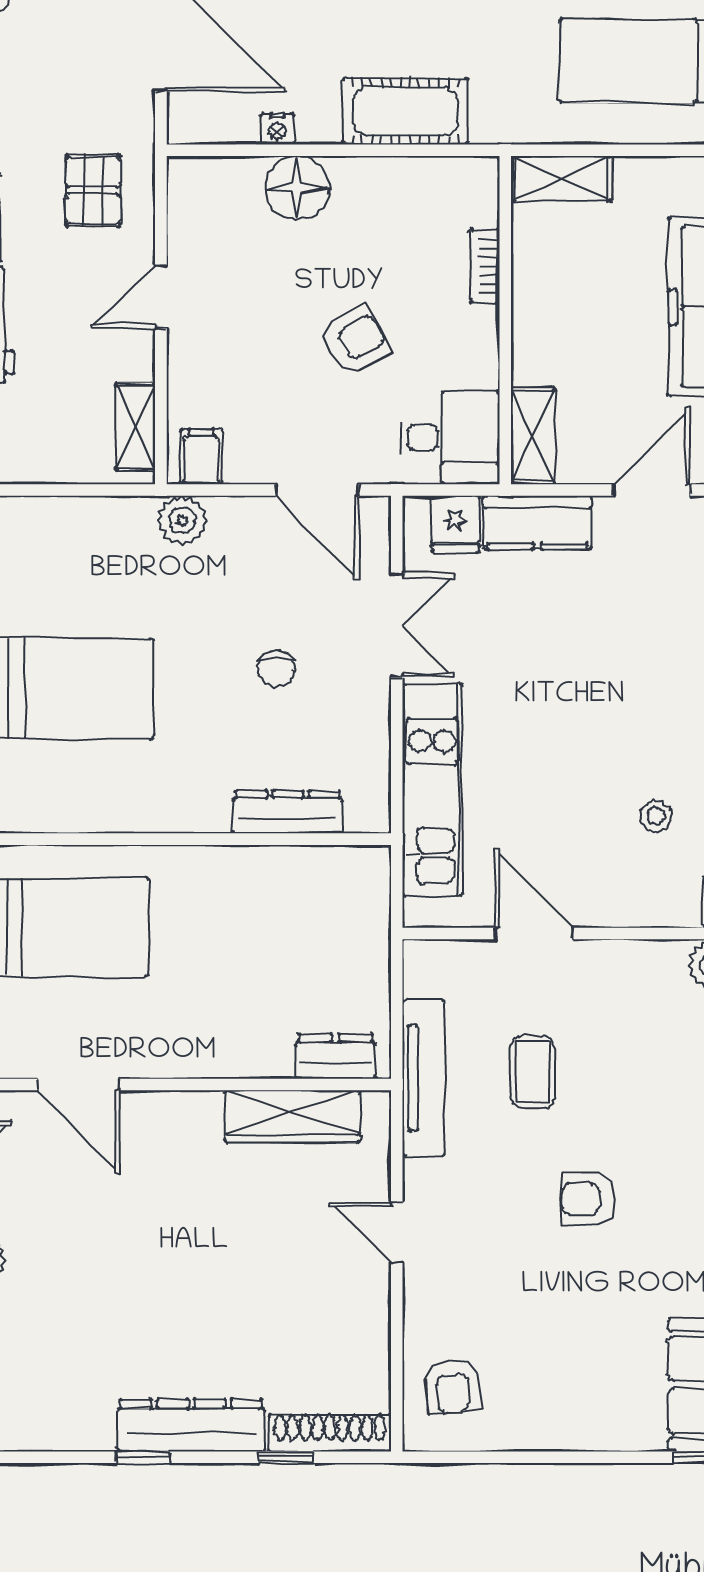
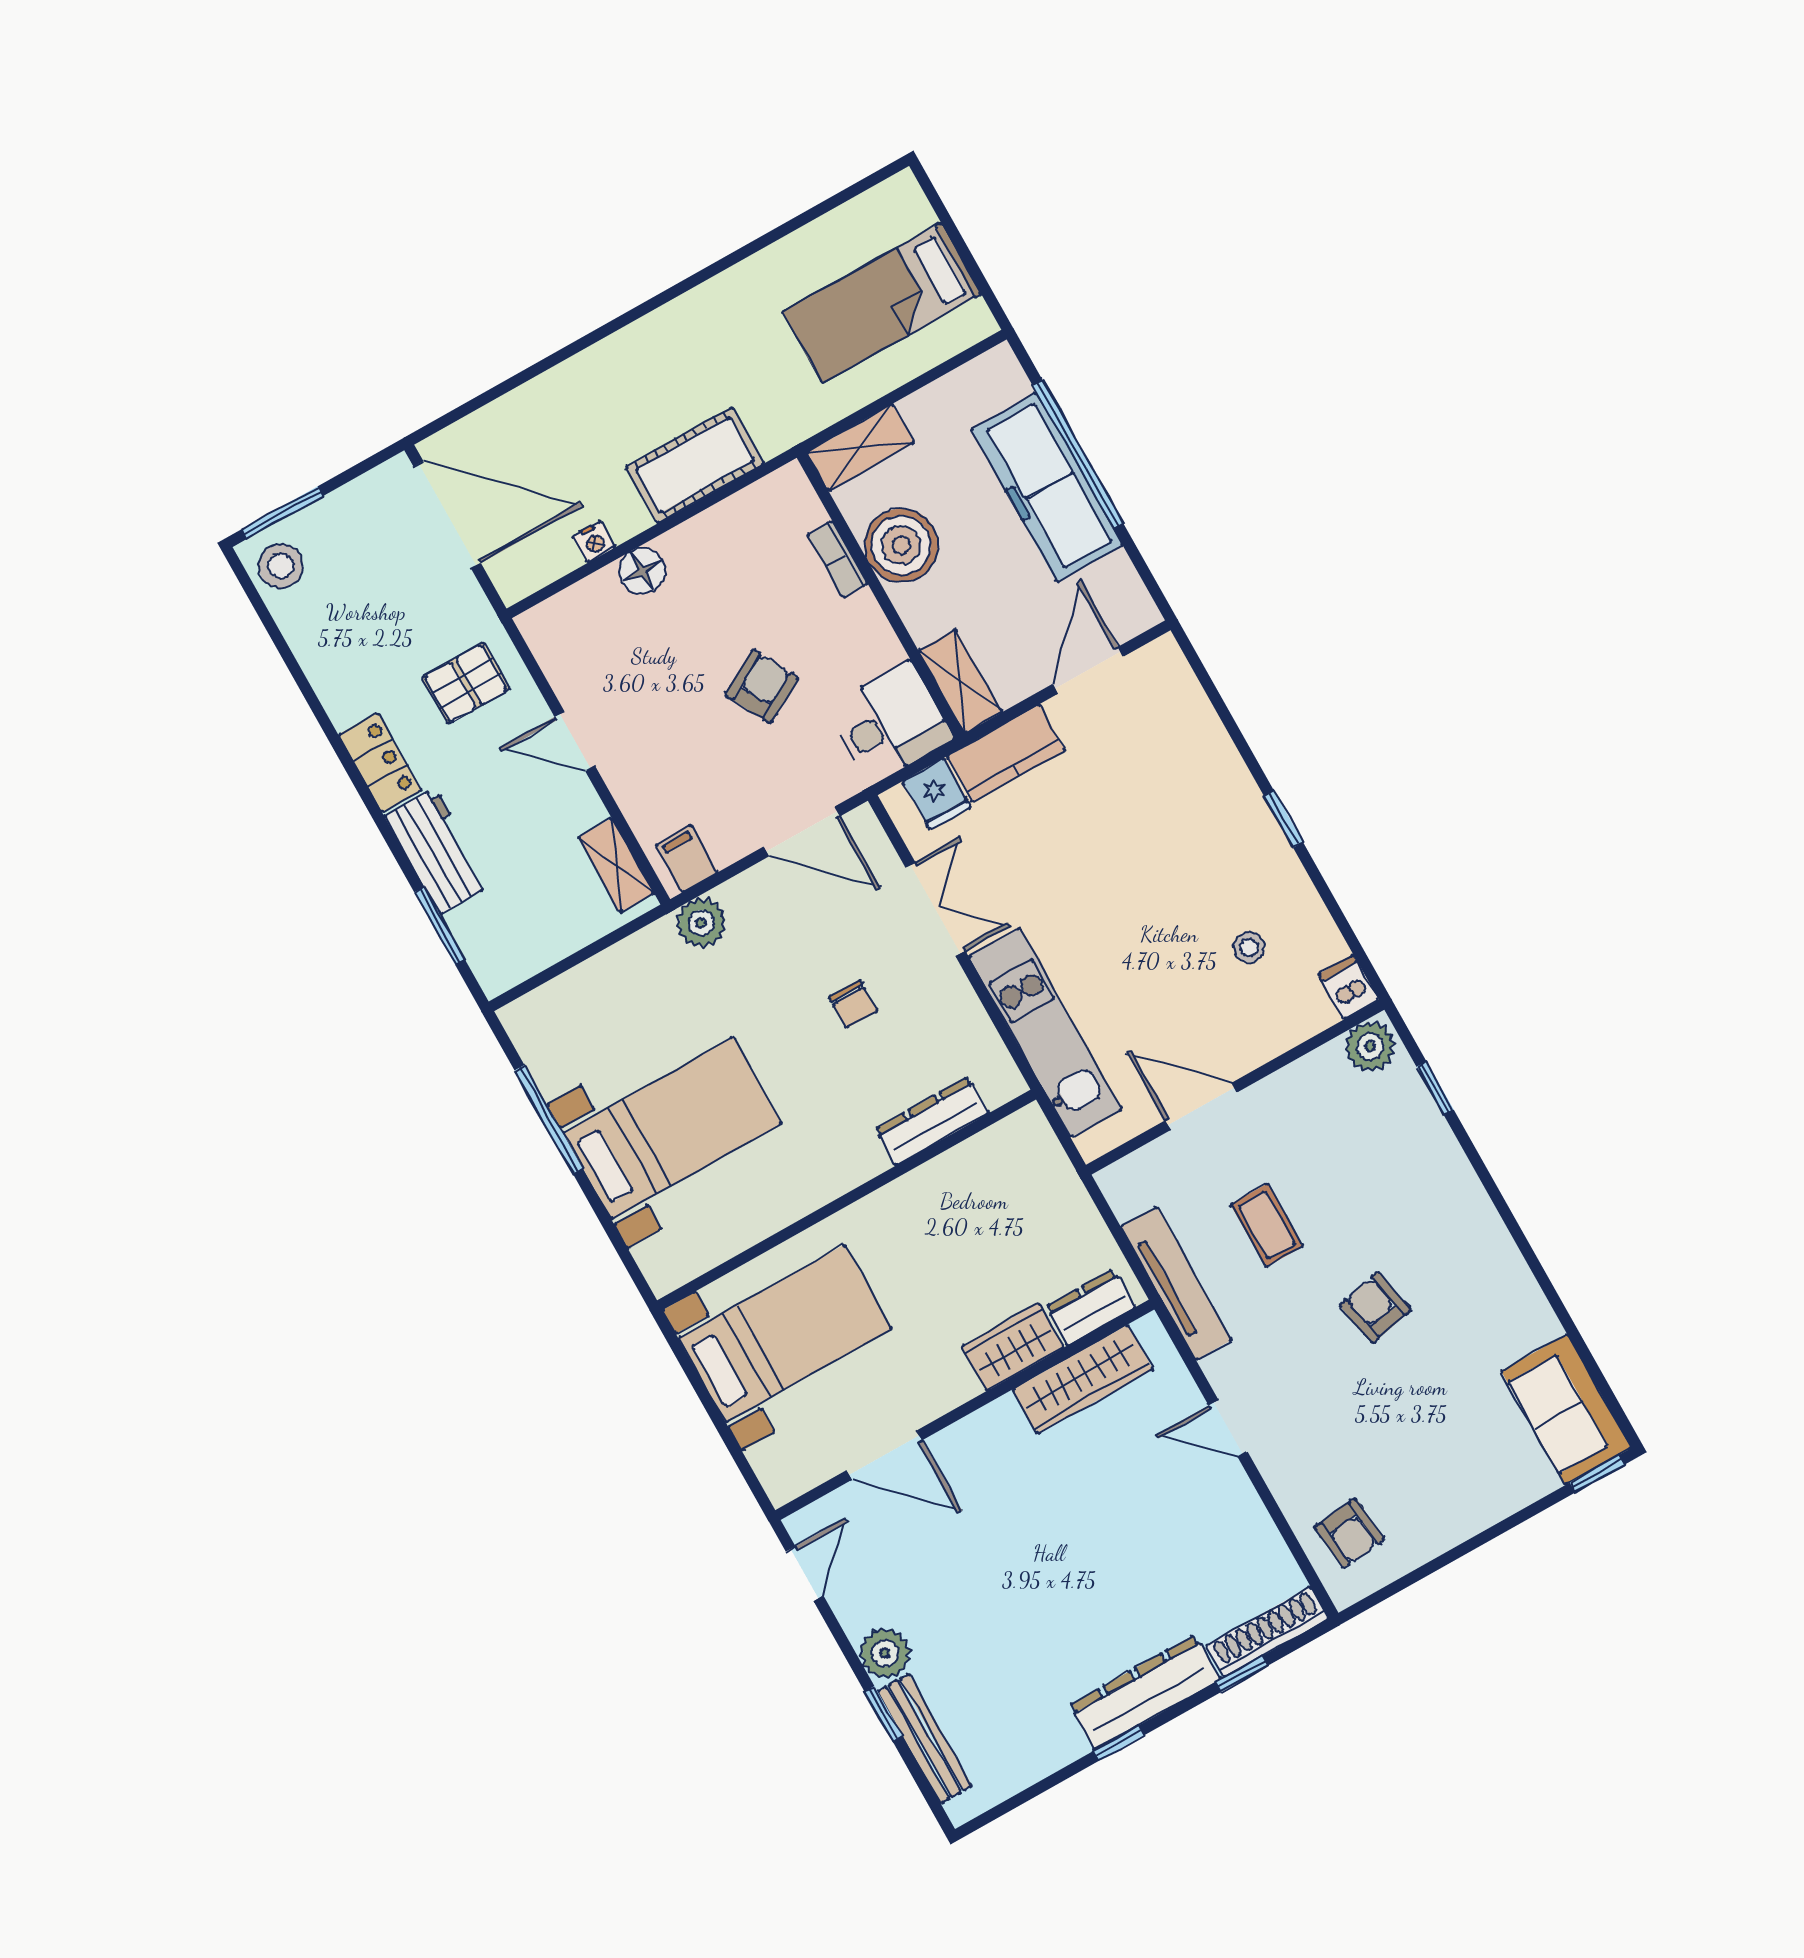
floor lamp: (297, 188) -> (642, 571), width x0.73, depth x0.73
pallet: (93, 190) -> (466, 683), turned 90
boiler: (548, 286) -> (901, 545), added
door: (161, 297) -> (575, 741), hinge flipped
wardrobe: (247, 1053) -> (1013, 1347), added
armchair: (588, 1199) -> (1375, 1308), turned 78

